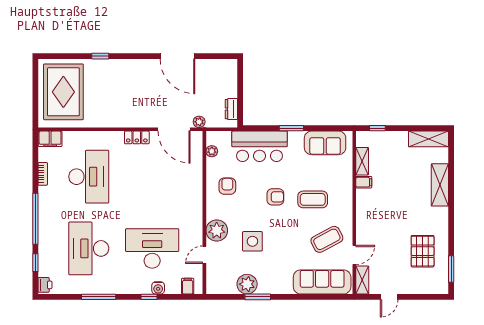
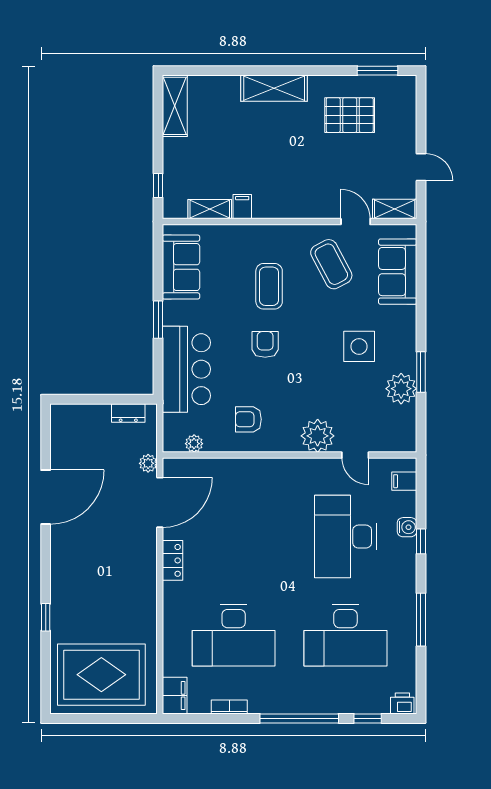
desk: (89, 177) -> (234, 635), turned 180
shelving: (440, 185) -> (274, 88), moved
side table: (252, 241) -> (359, 346), moved
sofa: (322, 282) -> (398, 272), width x0.73

